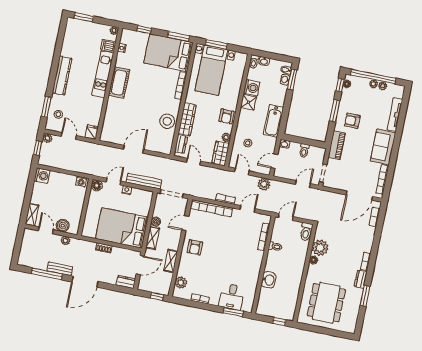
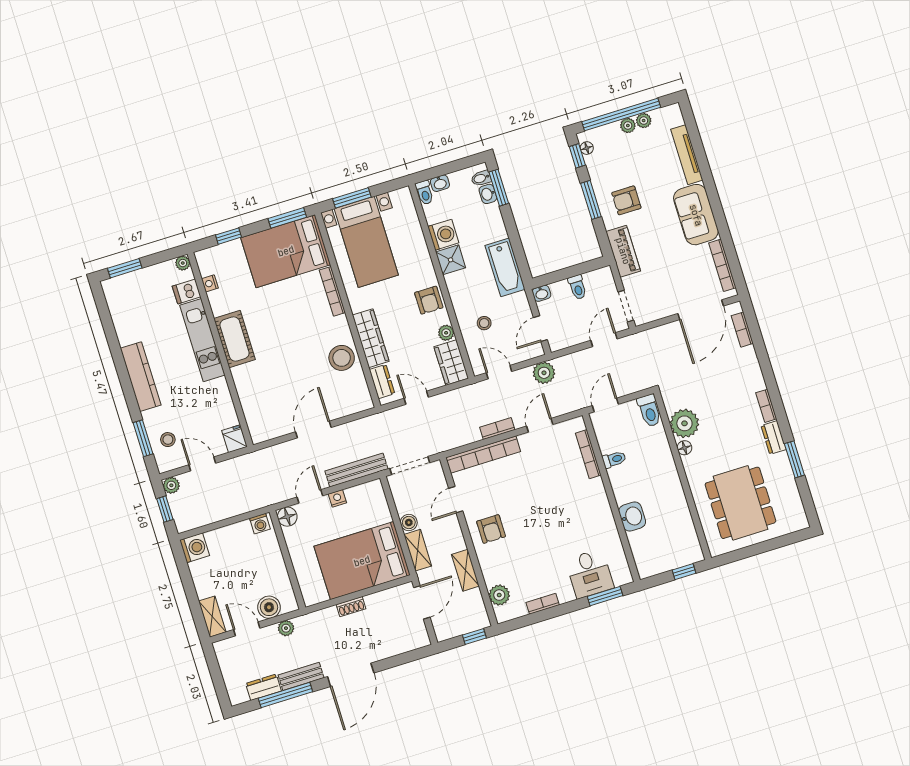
dresser: (126, 282) -> (263, 687), moved

